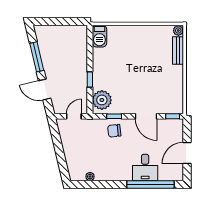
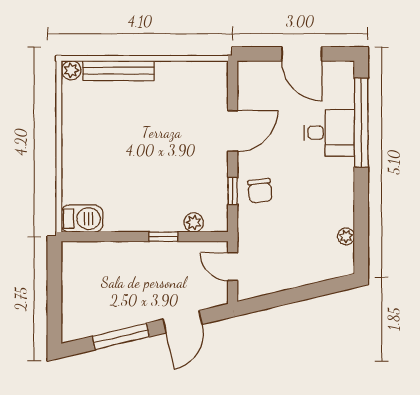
bench: (178, 50) -> (118, 71), width x1.36
plant: (102, 100) -> (194, 222), width x0.53, depth x0.53
window: (173, 116) -> (233, 81), removed

